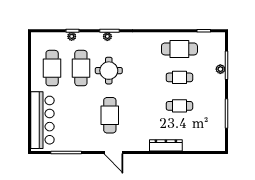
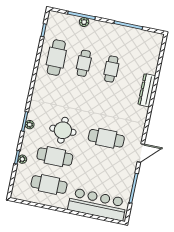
door: (114, 153) -> (141, 153), moved

